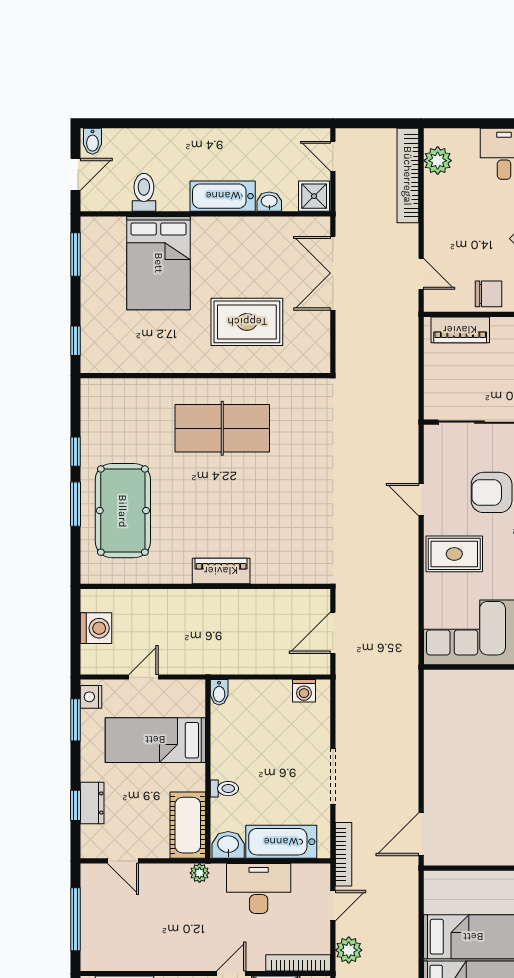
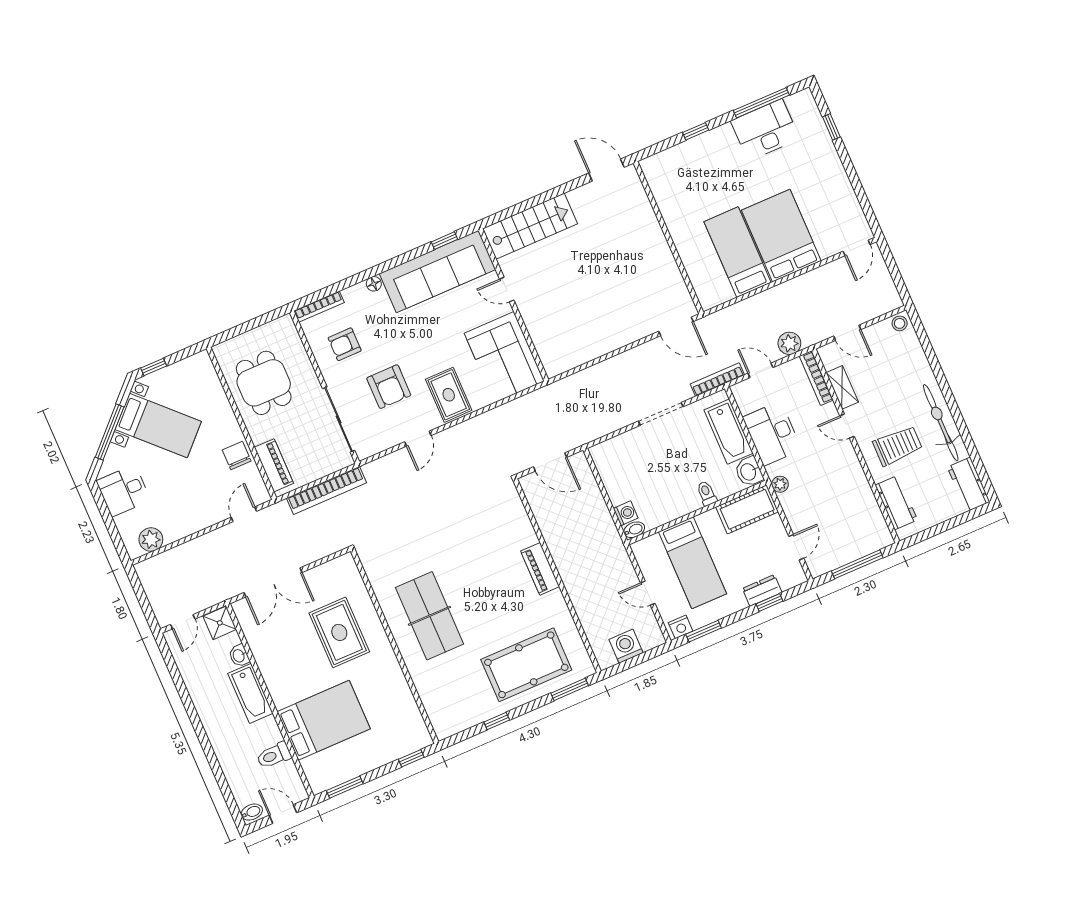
bookcase: (408, 176) -> (326, 490), moved
window: (76, 504) -> (570, 689), moved
washing machine: (304, 691) -> (626, 513), moved

